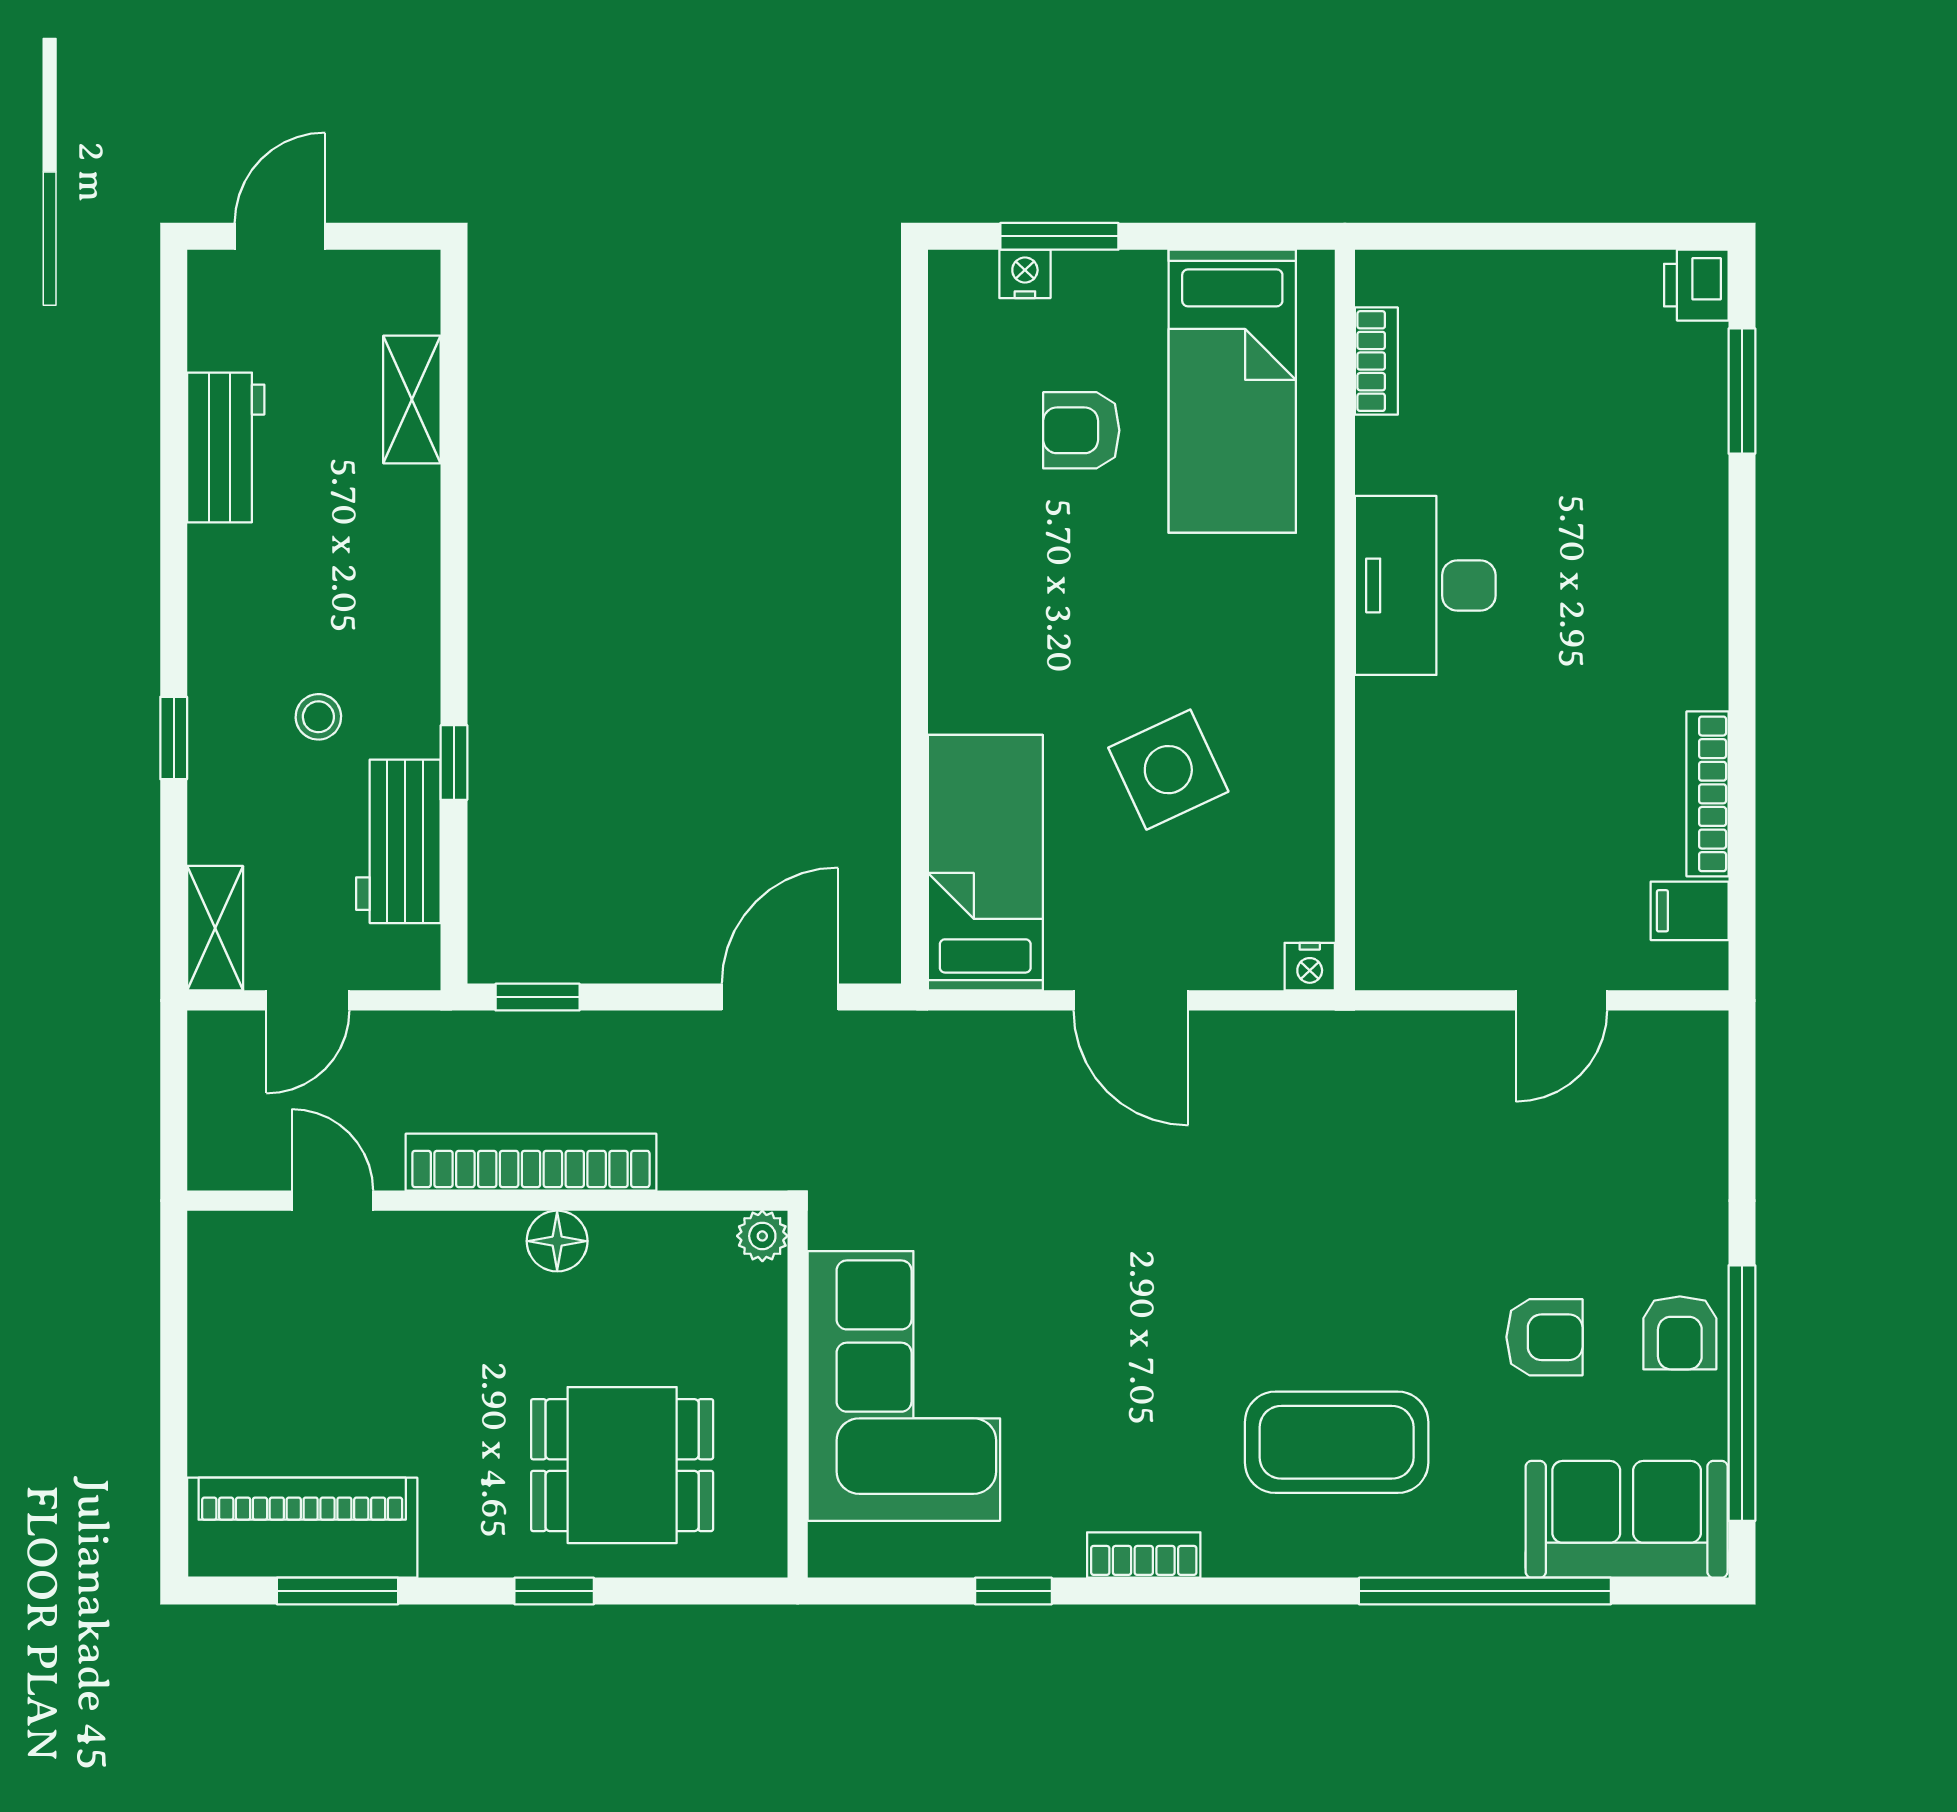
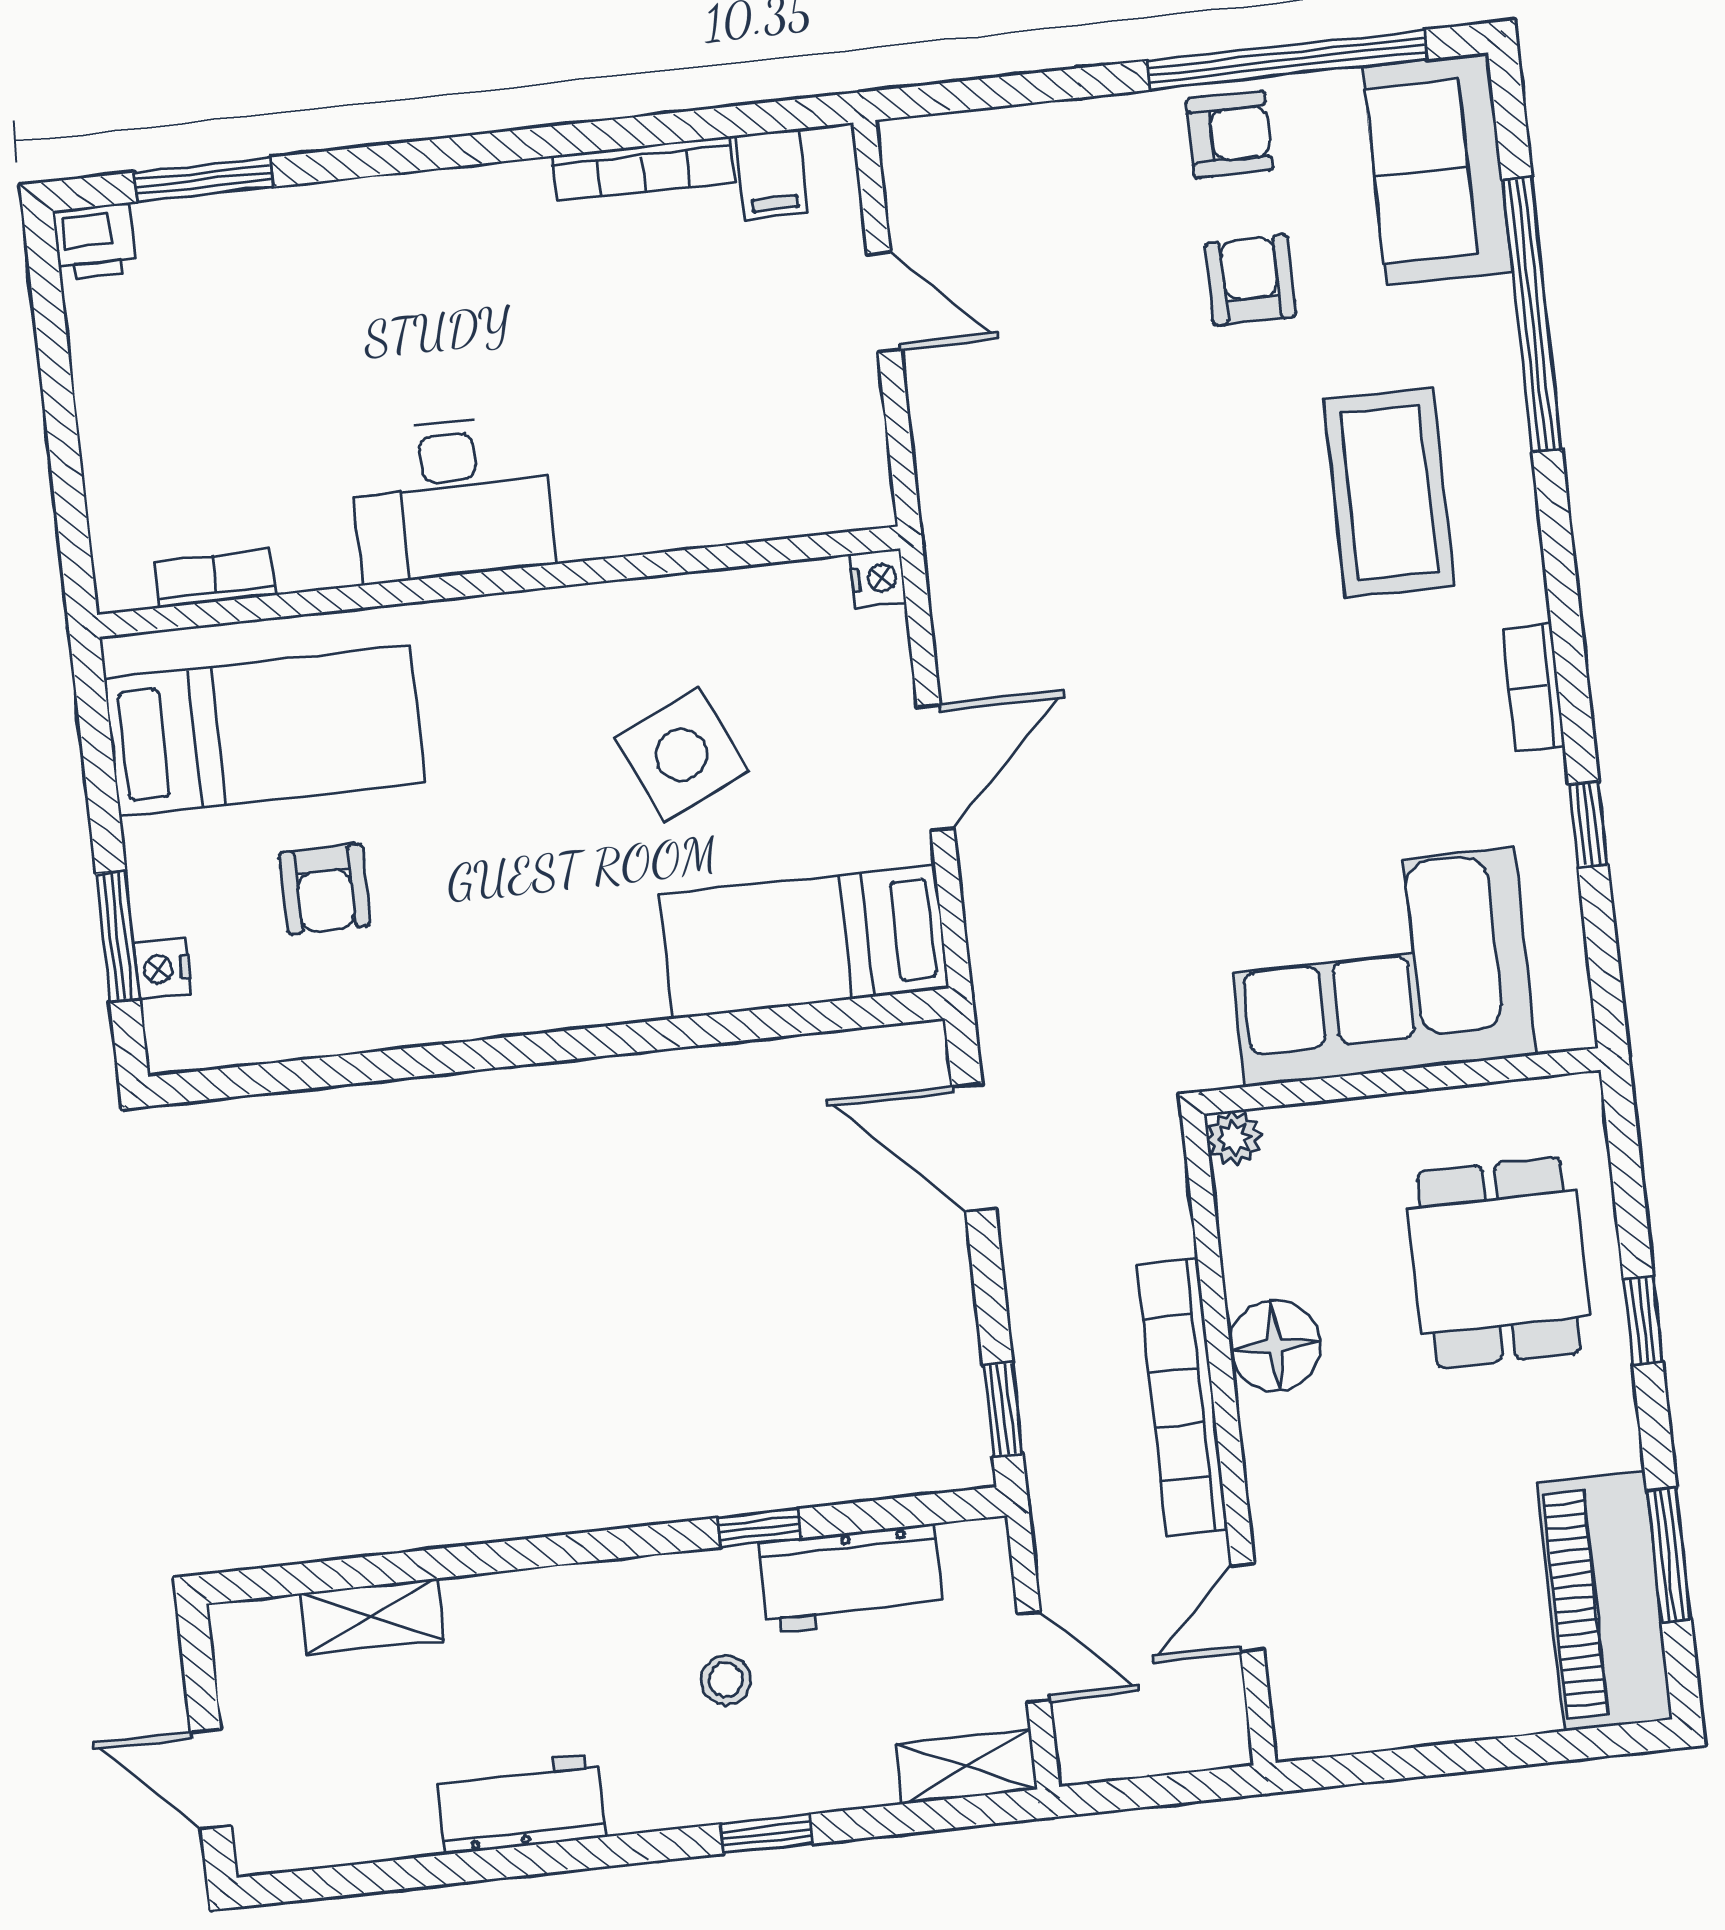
workbench: (226, 447) -> (521, 1804), moved
floor lamp: (557, 1241) -> (1275, 1346), width x1.38, depth x1.38

